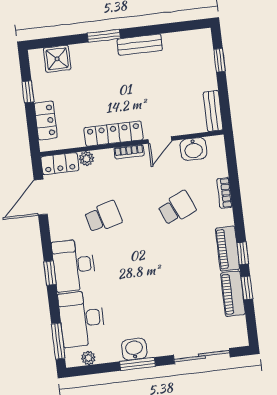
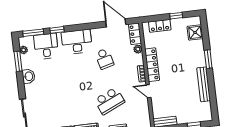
bench: (140, 45) -> (204, 84), width x1.36
washbasin: (193, 149) -> (143, 110), removed
school desk: (177, 208) -> (109, 101), width x1.85
window: (50, 273) -> (57, 30), moved
desk: (82, 319) -> (46, 46), width x0.73
window: (138, 364) -> (18, 61), moved

